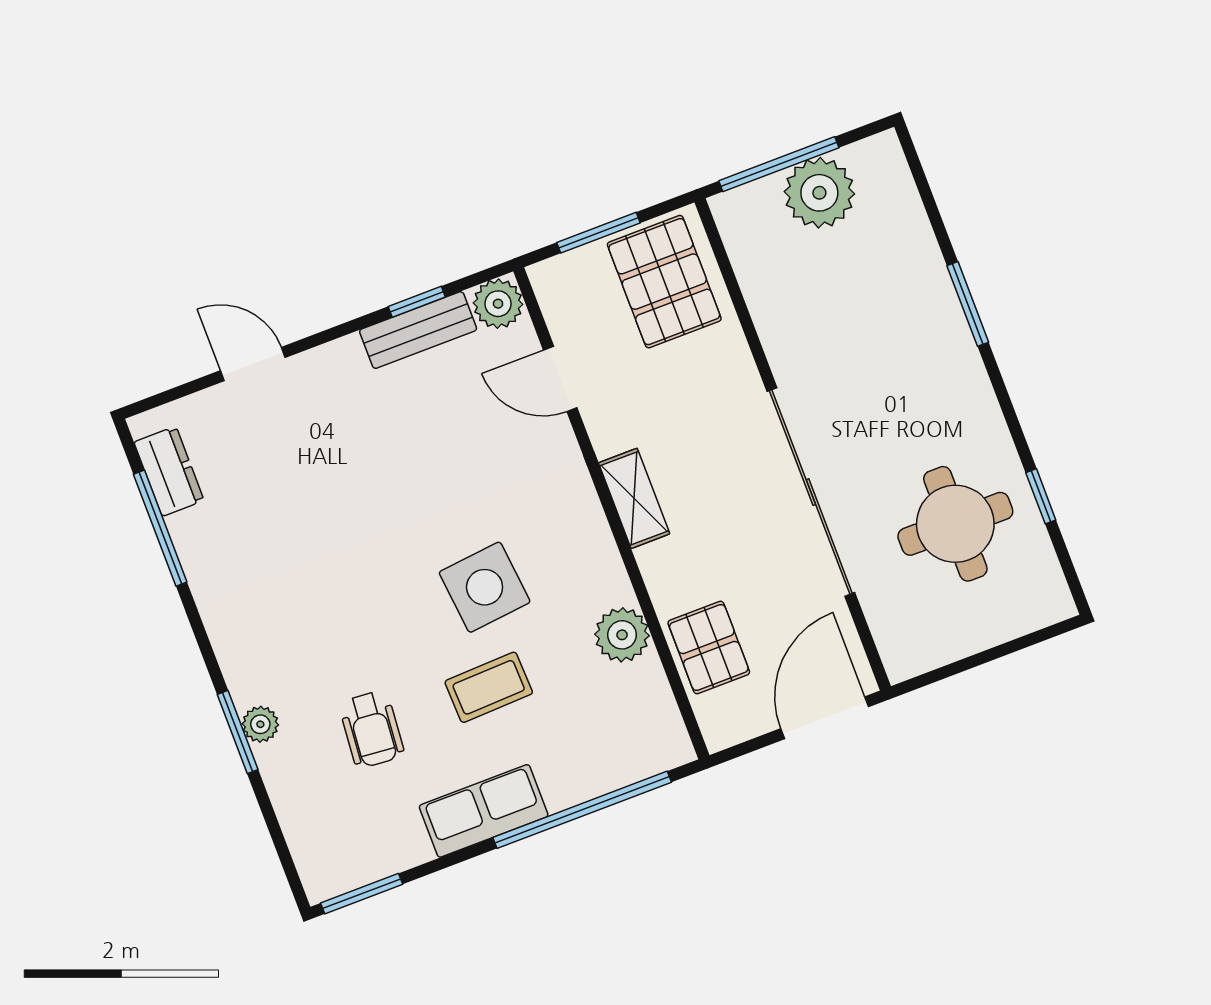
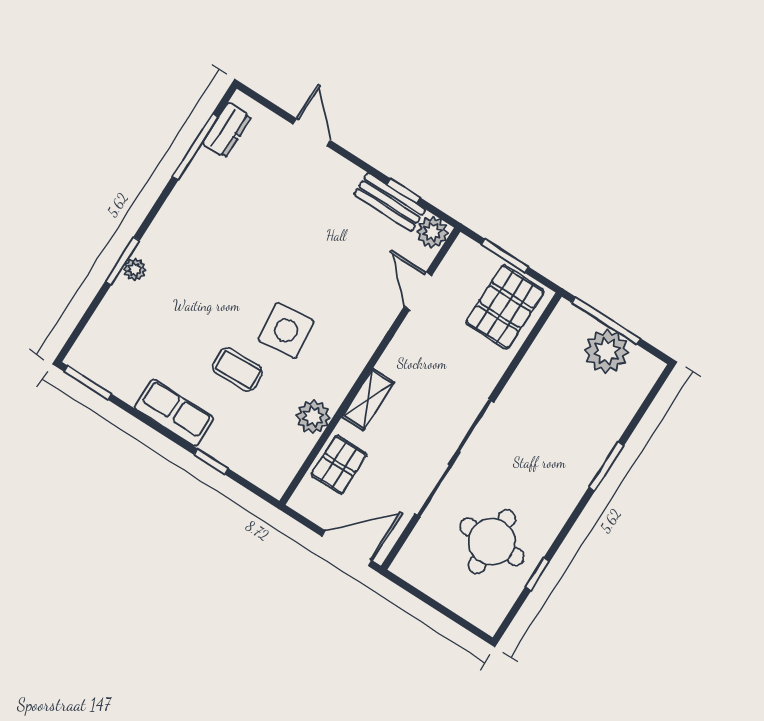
shelving: (634, 498) -> (368, 400), moved
wheelchair: (372, 729) -> (173, 327), removed
window: (582, 810) -> (211, 462), width x0.32

